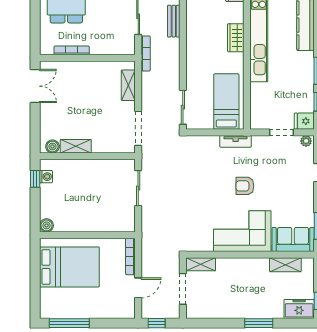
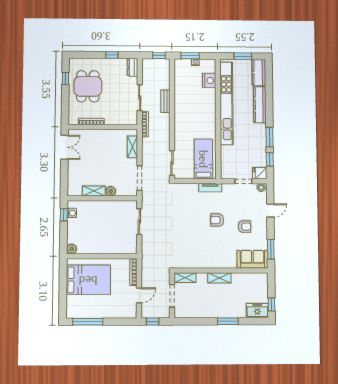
wardrobe: (236, 38) -> (210, 113), removed
boiler: (52, 147) -> (111, 191), moved
armchair: (283, 195) -> (245, 227), added
corner sofa: (242, 231) -> (215, 253), removed
shelving: (285, 265) -> (219, 278), moved

